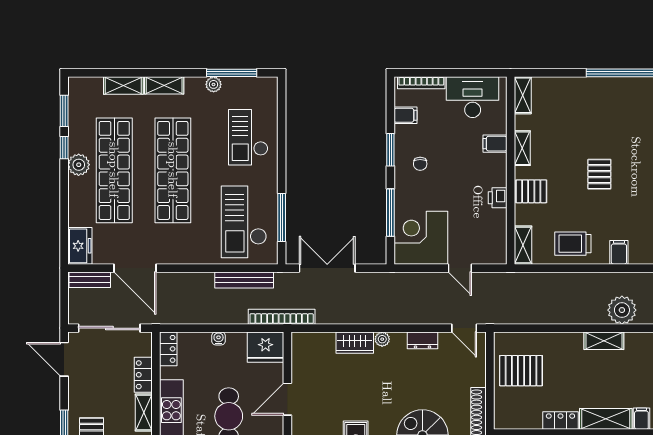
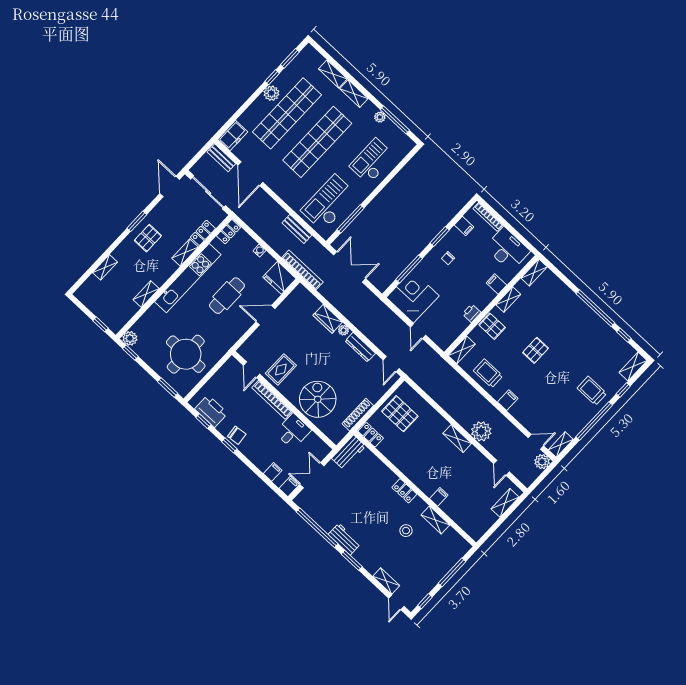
bench: (244, 280) -> (297, 229), width x0.73
dresser: (422, 340) -> (360, 347), width x1.44
shelving: (606, 419) -> (420, 480), removed
locker: (560, 420) -> (371, 435), moved

